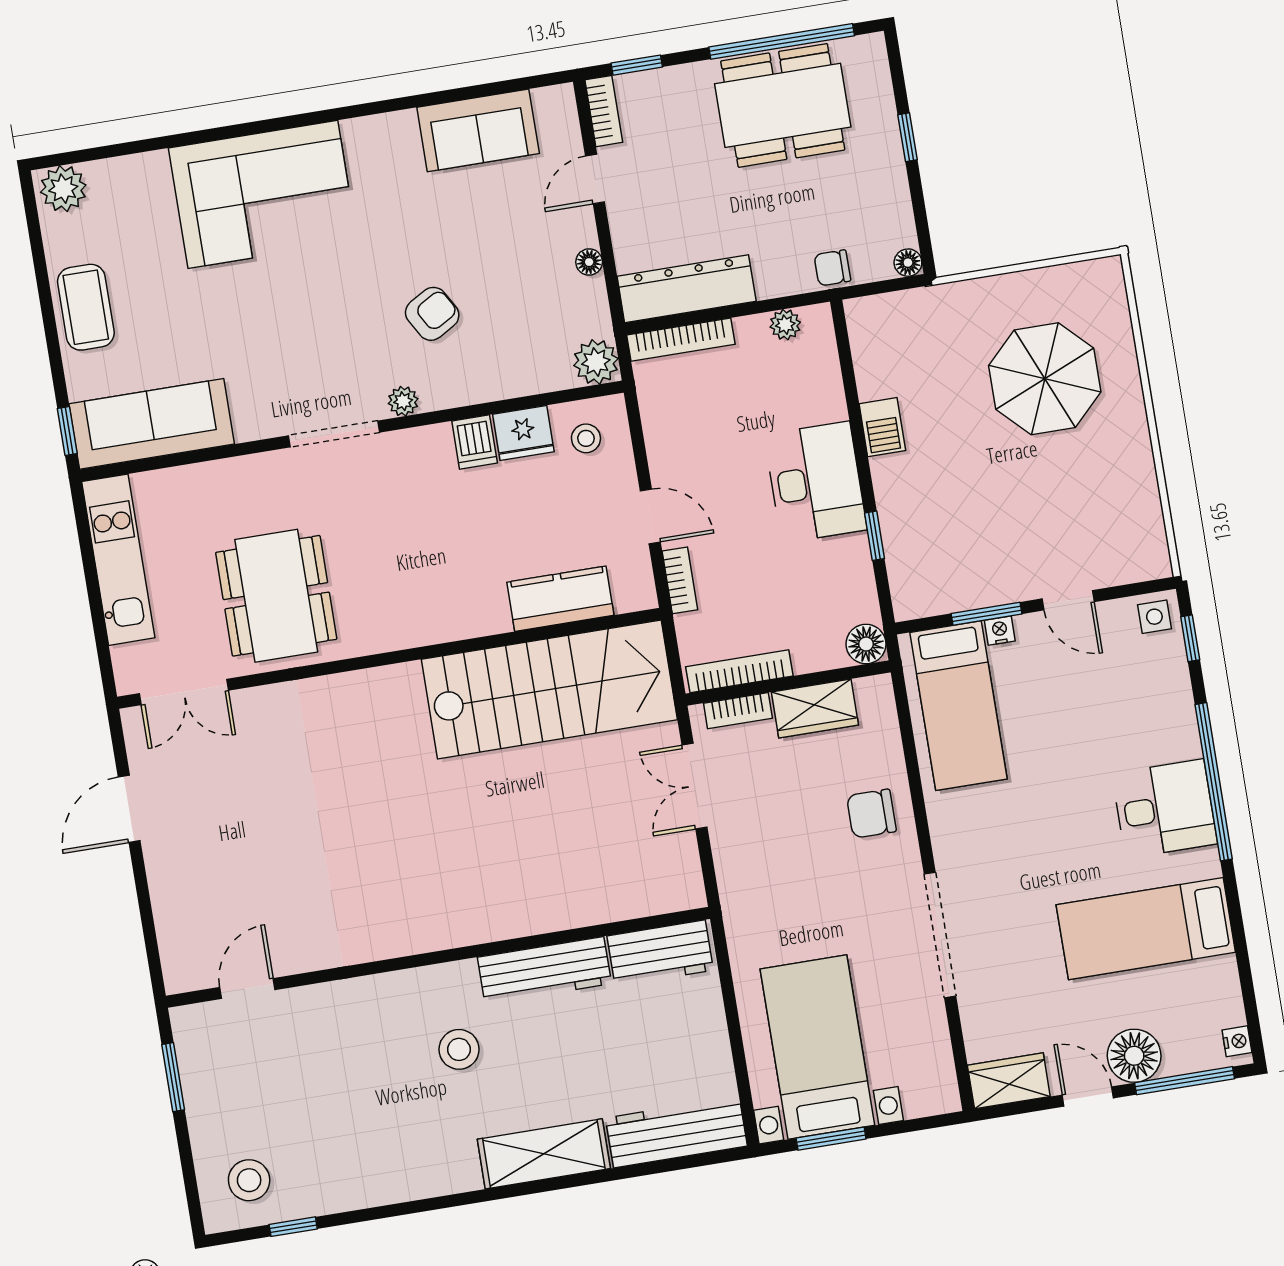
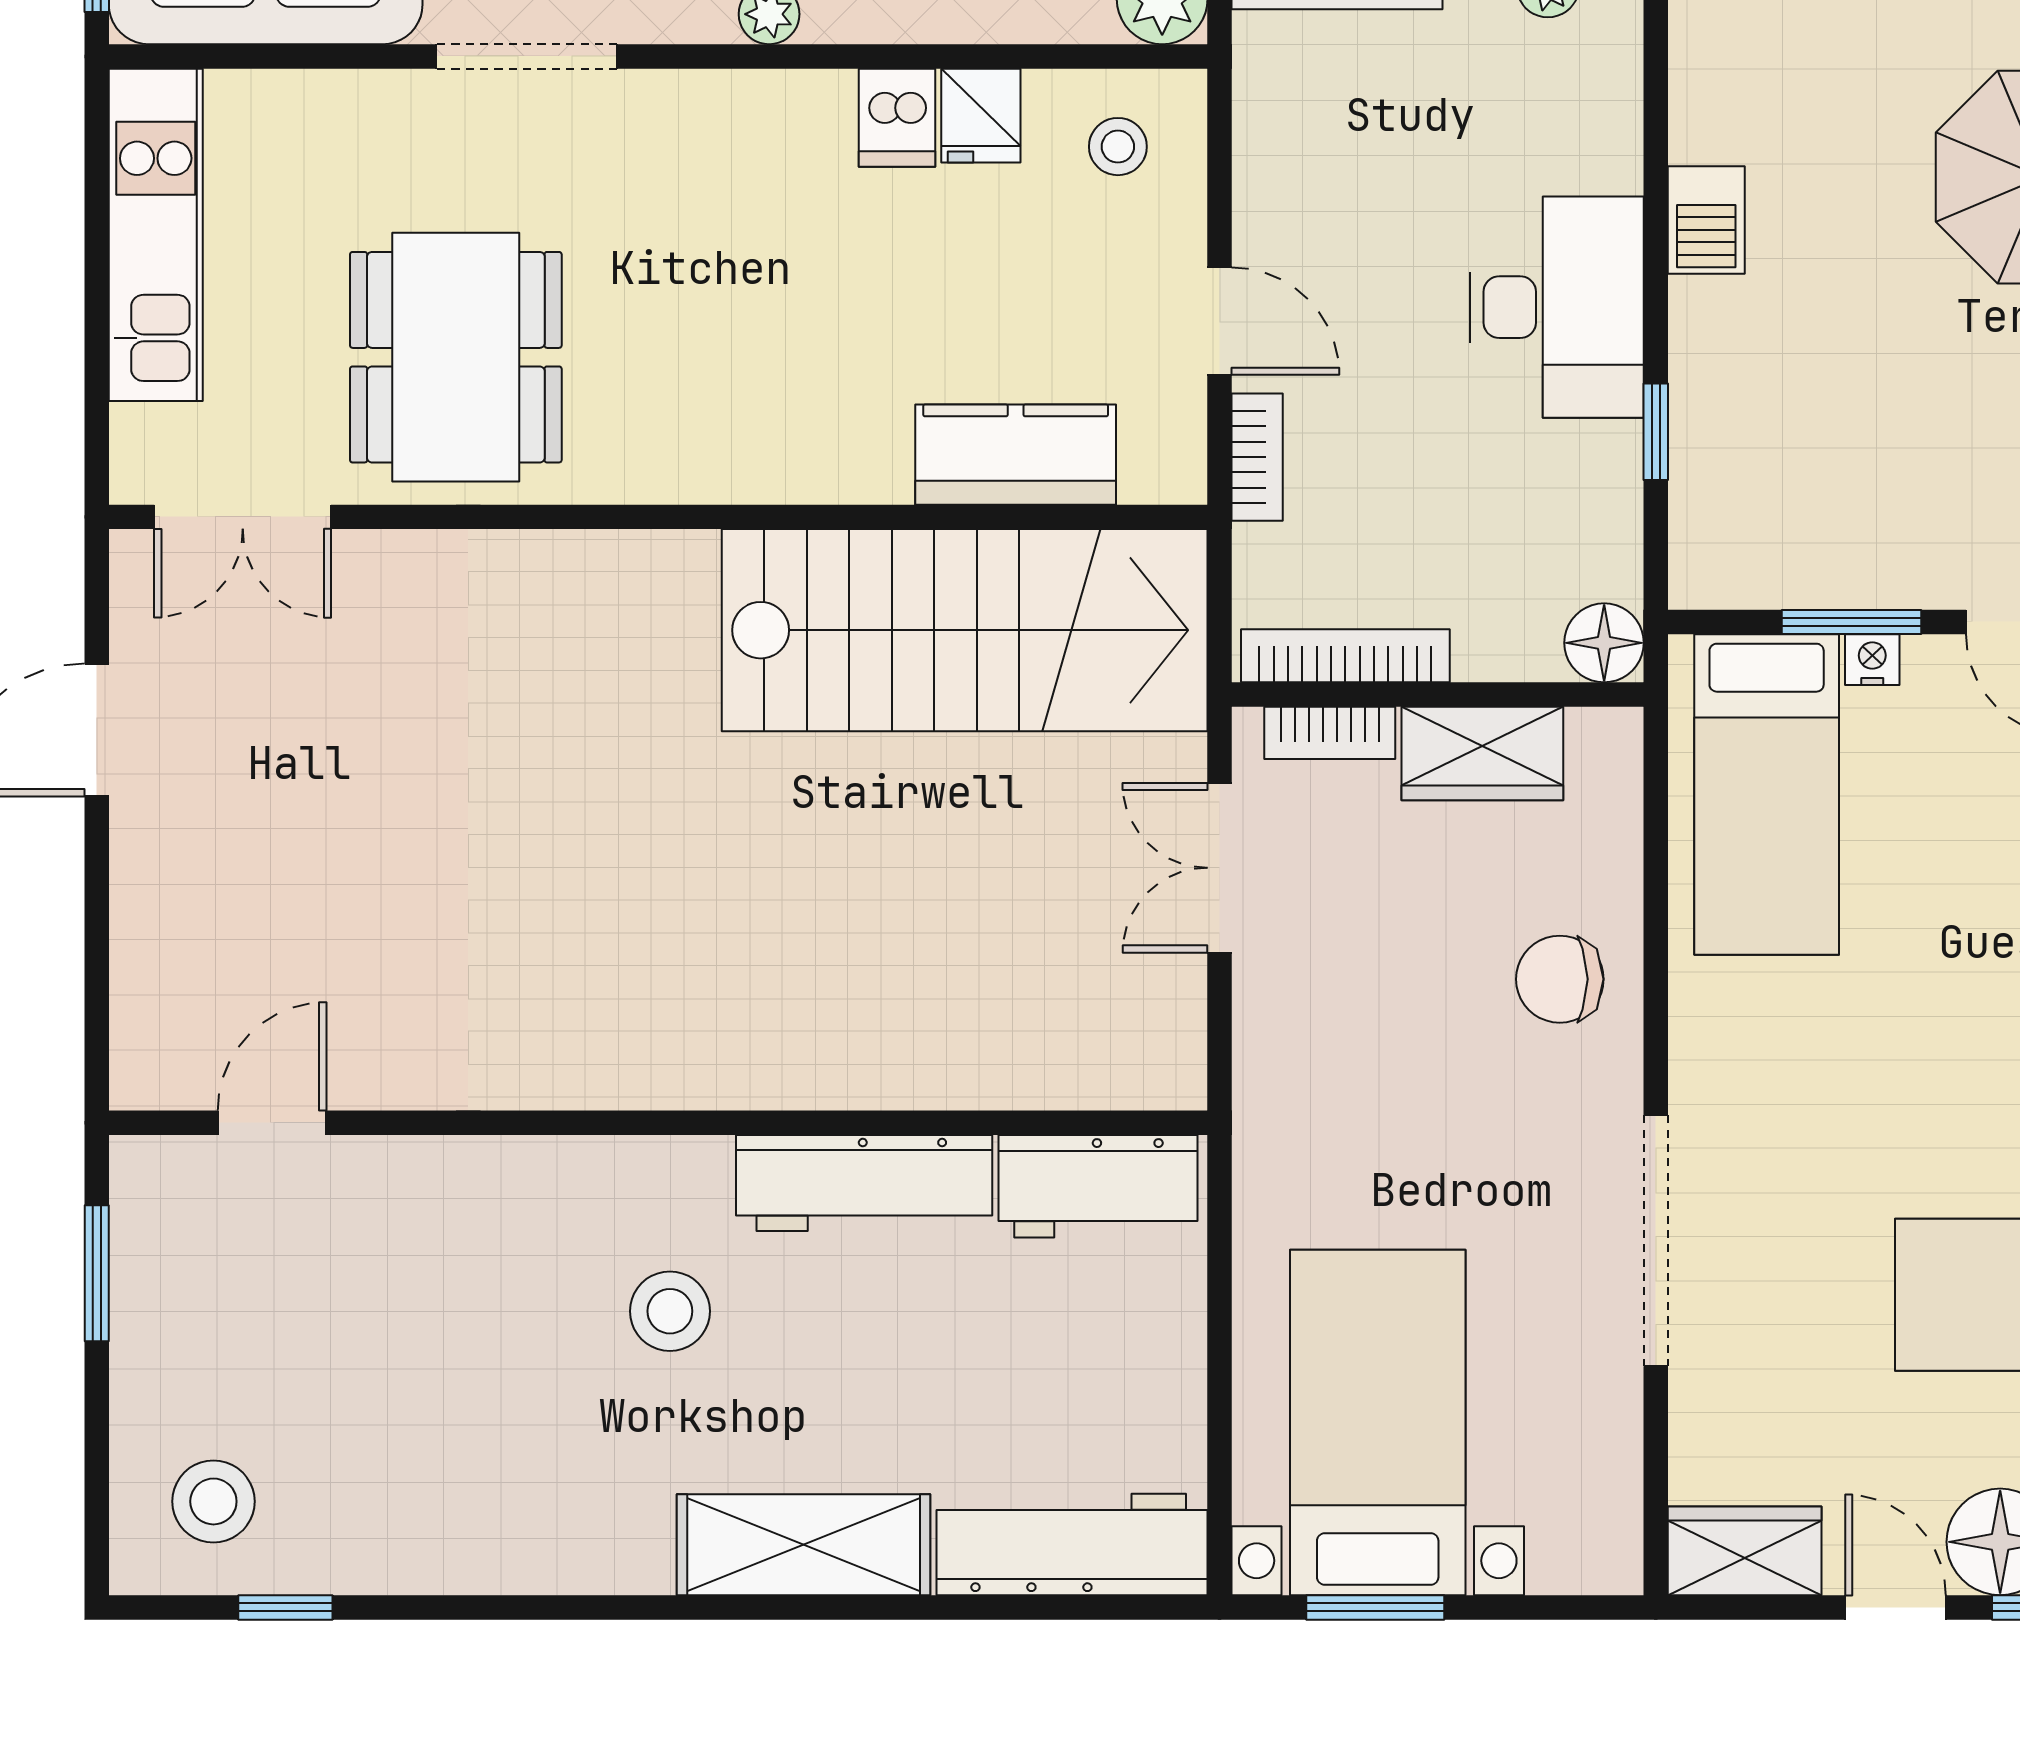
fridge: (523, 433) -> (981, 116), width x0.72
doorway: (334, 434) -> (527, 56), moved

